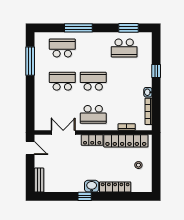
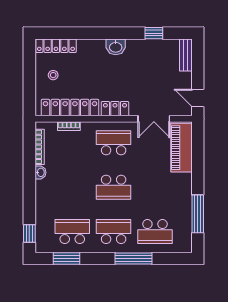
window: (156, 71) -> (29, 234), moved
school desk: (62, 81) -> (114, 232), moved, turned 180
piano: (42, 111) -> (181, 148), added
locker: (115, 187) -> (56, 46), moved
window: (85, 196) -> (154, 33), moved

